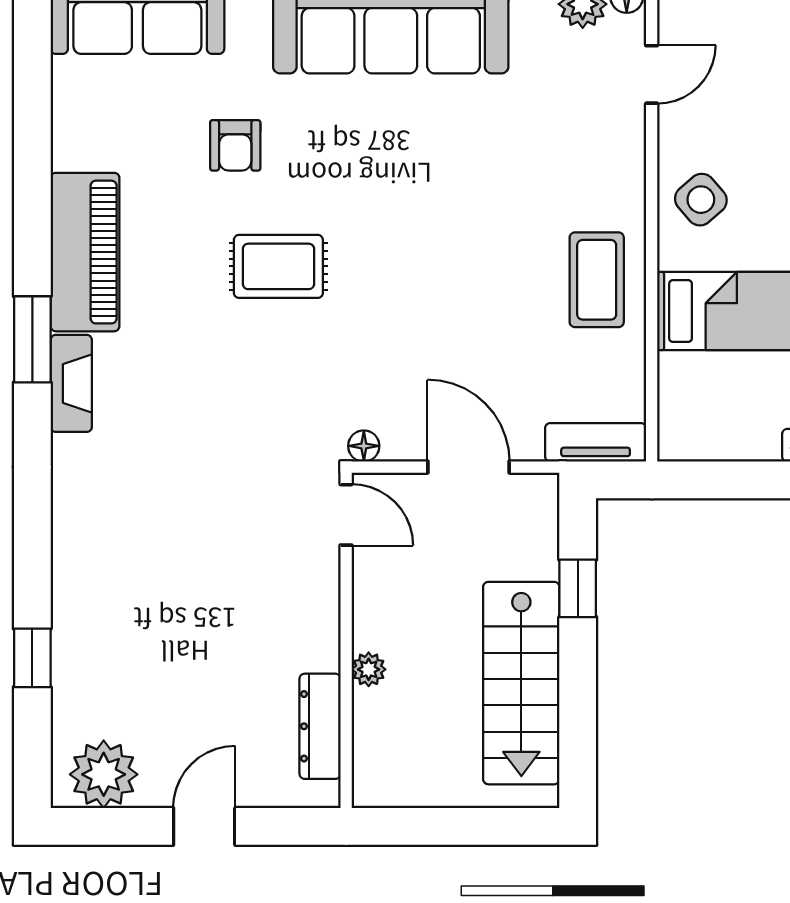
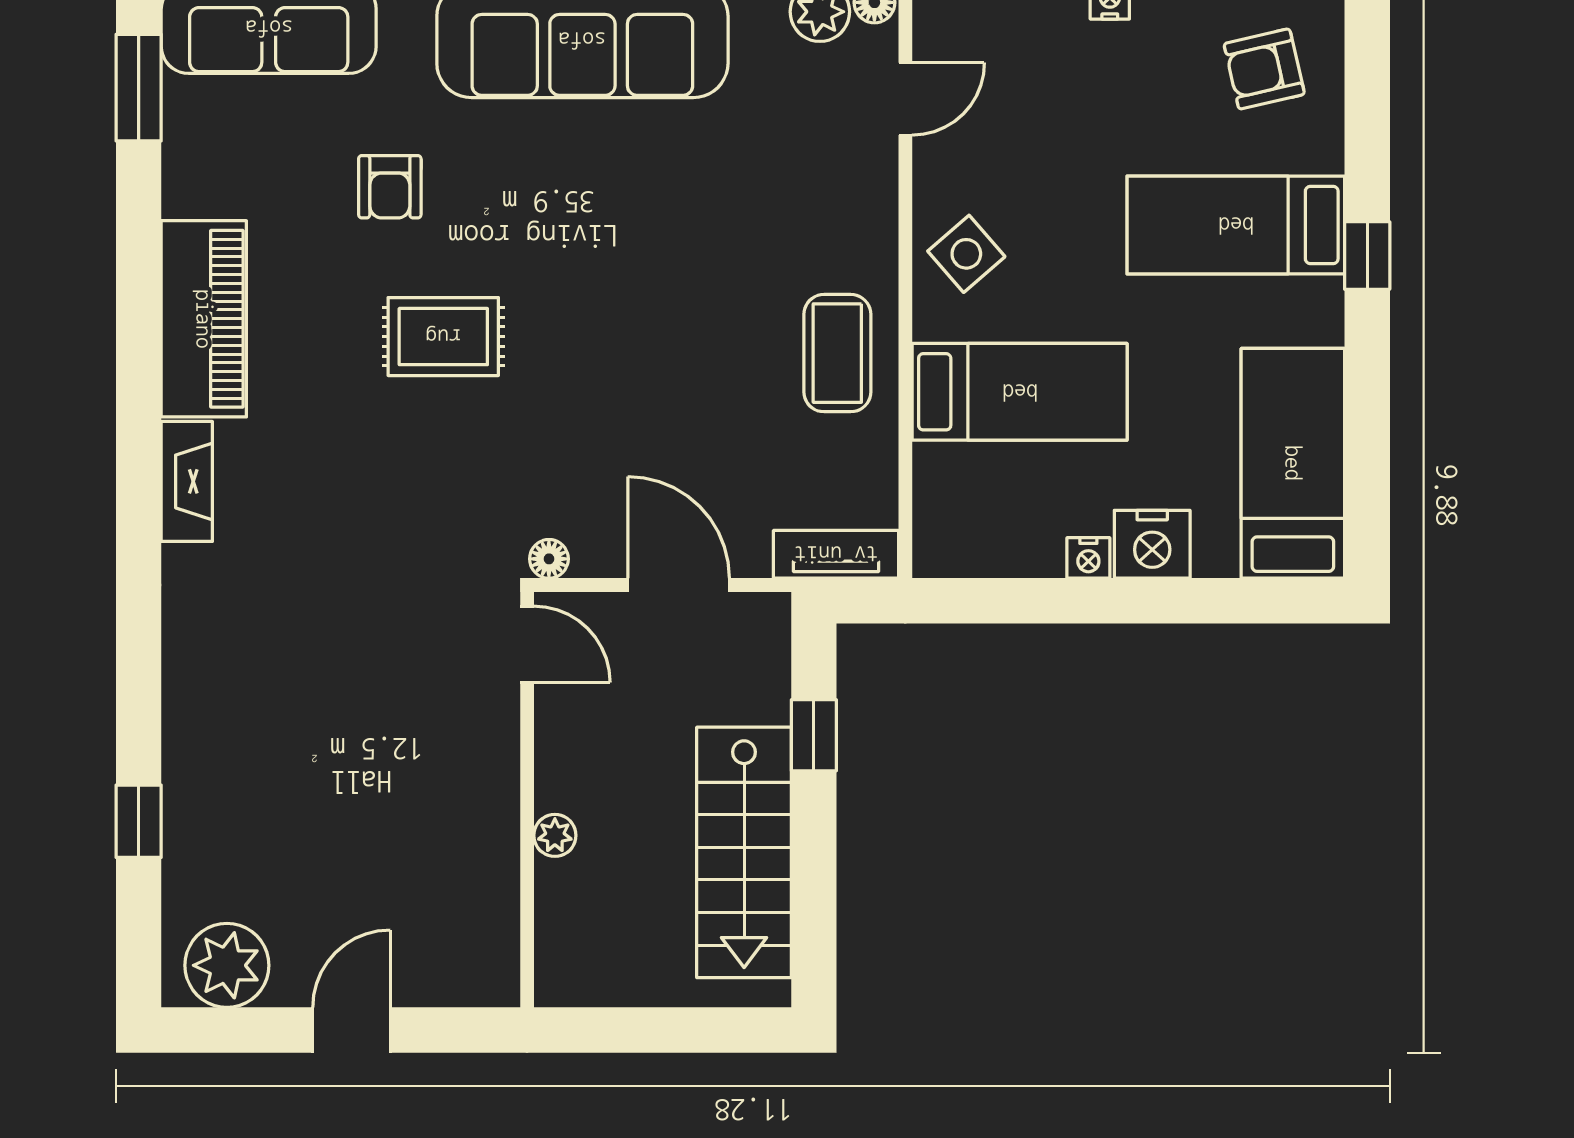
window: (32, 339) -> (139, 88), moved
dresser: (320, 726) -> (495, 906), removed

